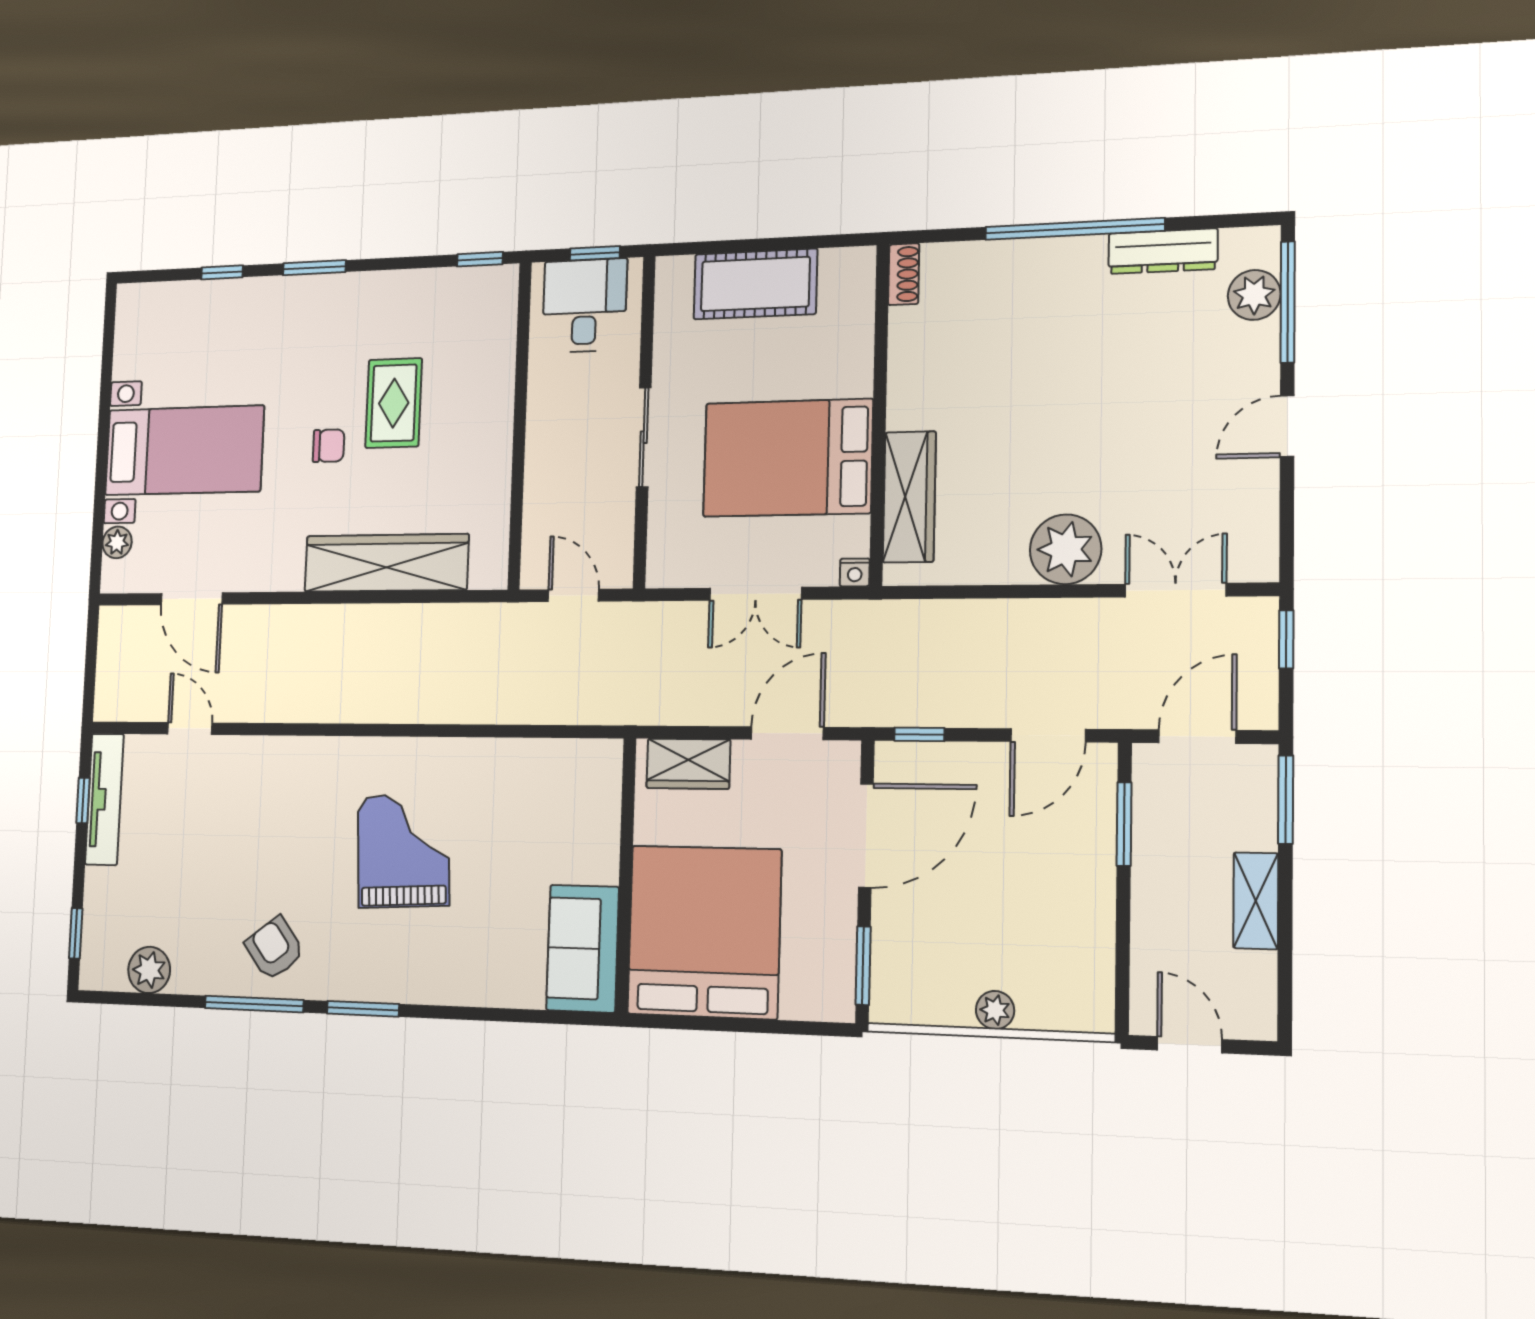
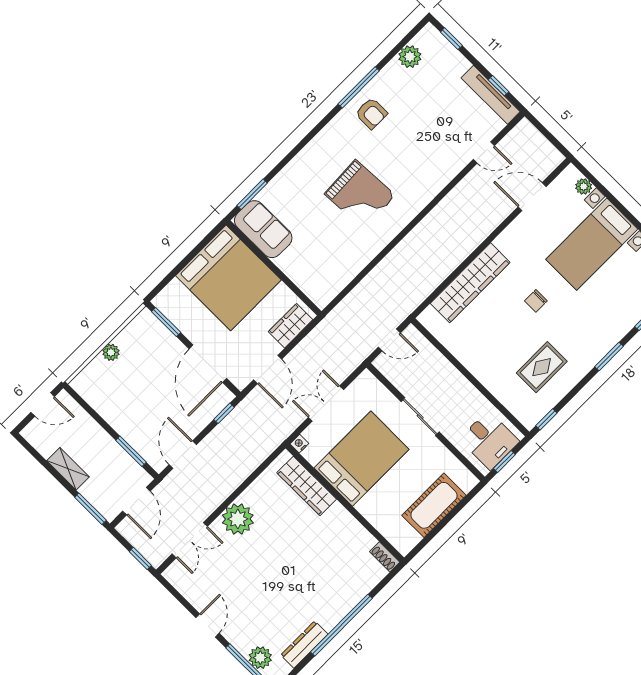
rug: (394, 403) -> (542, 367), moved, turned 90
armchair: (274, 948) -> (371, 113), turned 37
window: (363, 1009) -> (252, 194), moved

